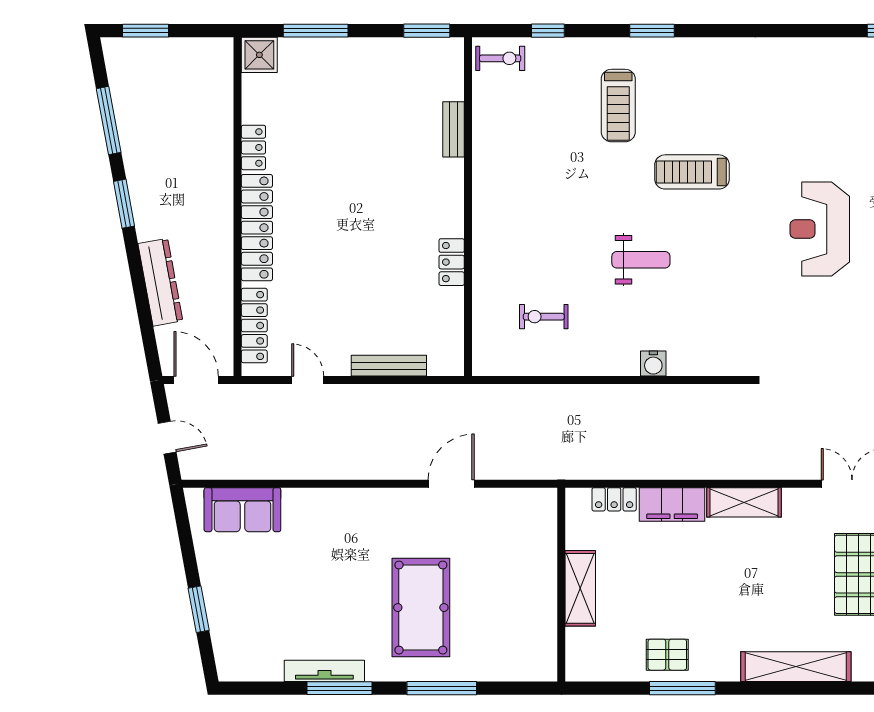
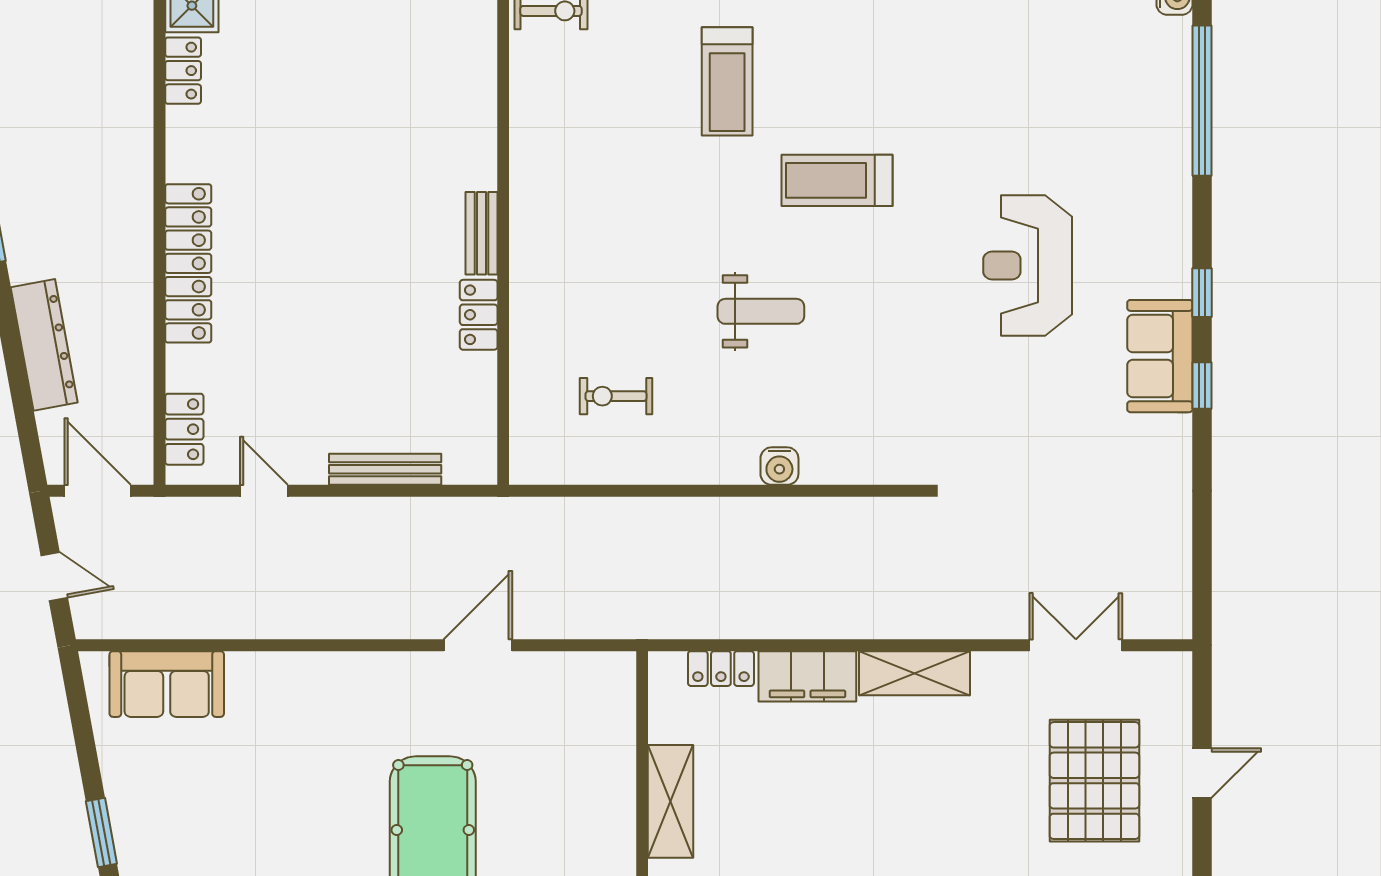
bench: (454, 129) -> (482, 233), moved
locker: (253, 147) -> (183, 71), moved
locker: (254, 326) -> (184, 429), width x0.66

